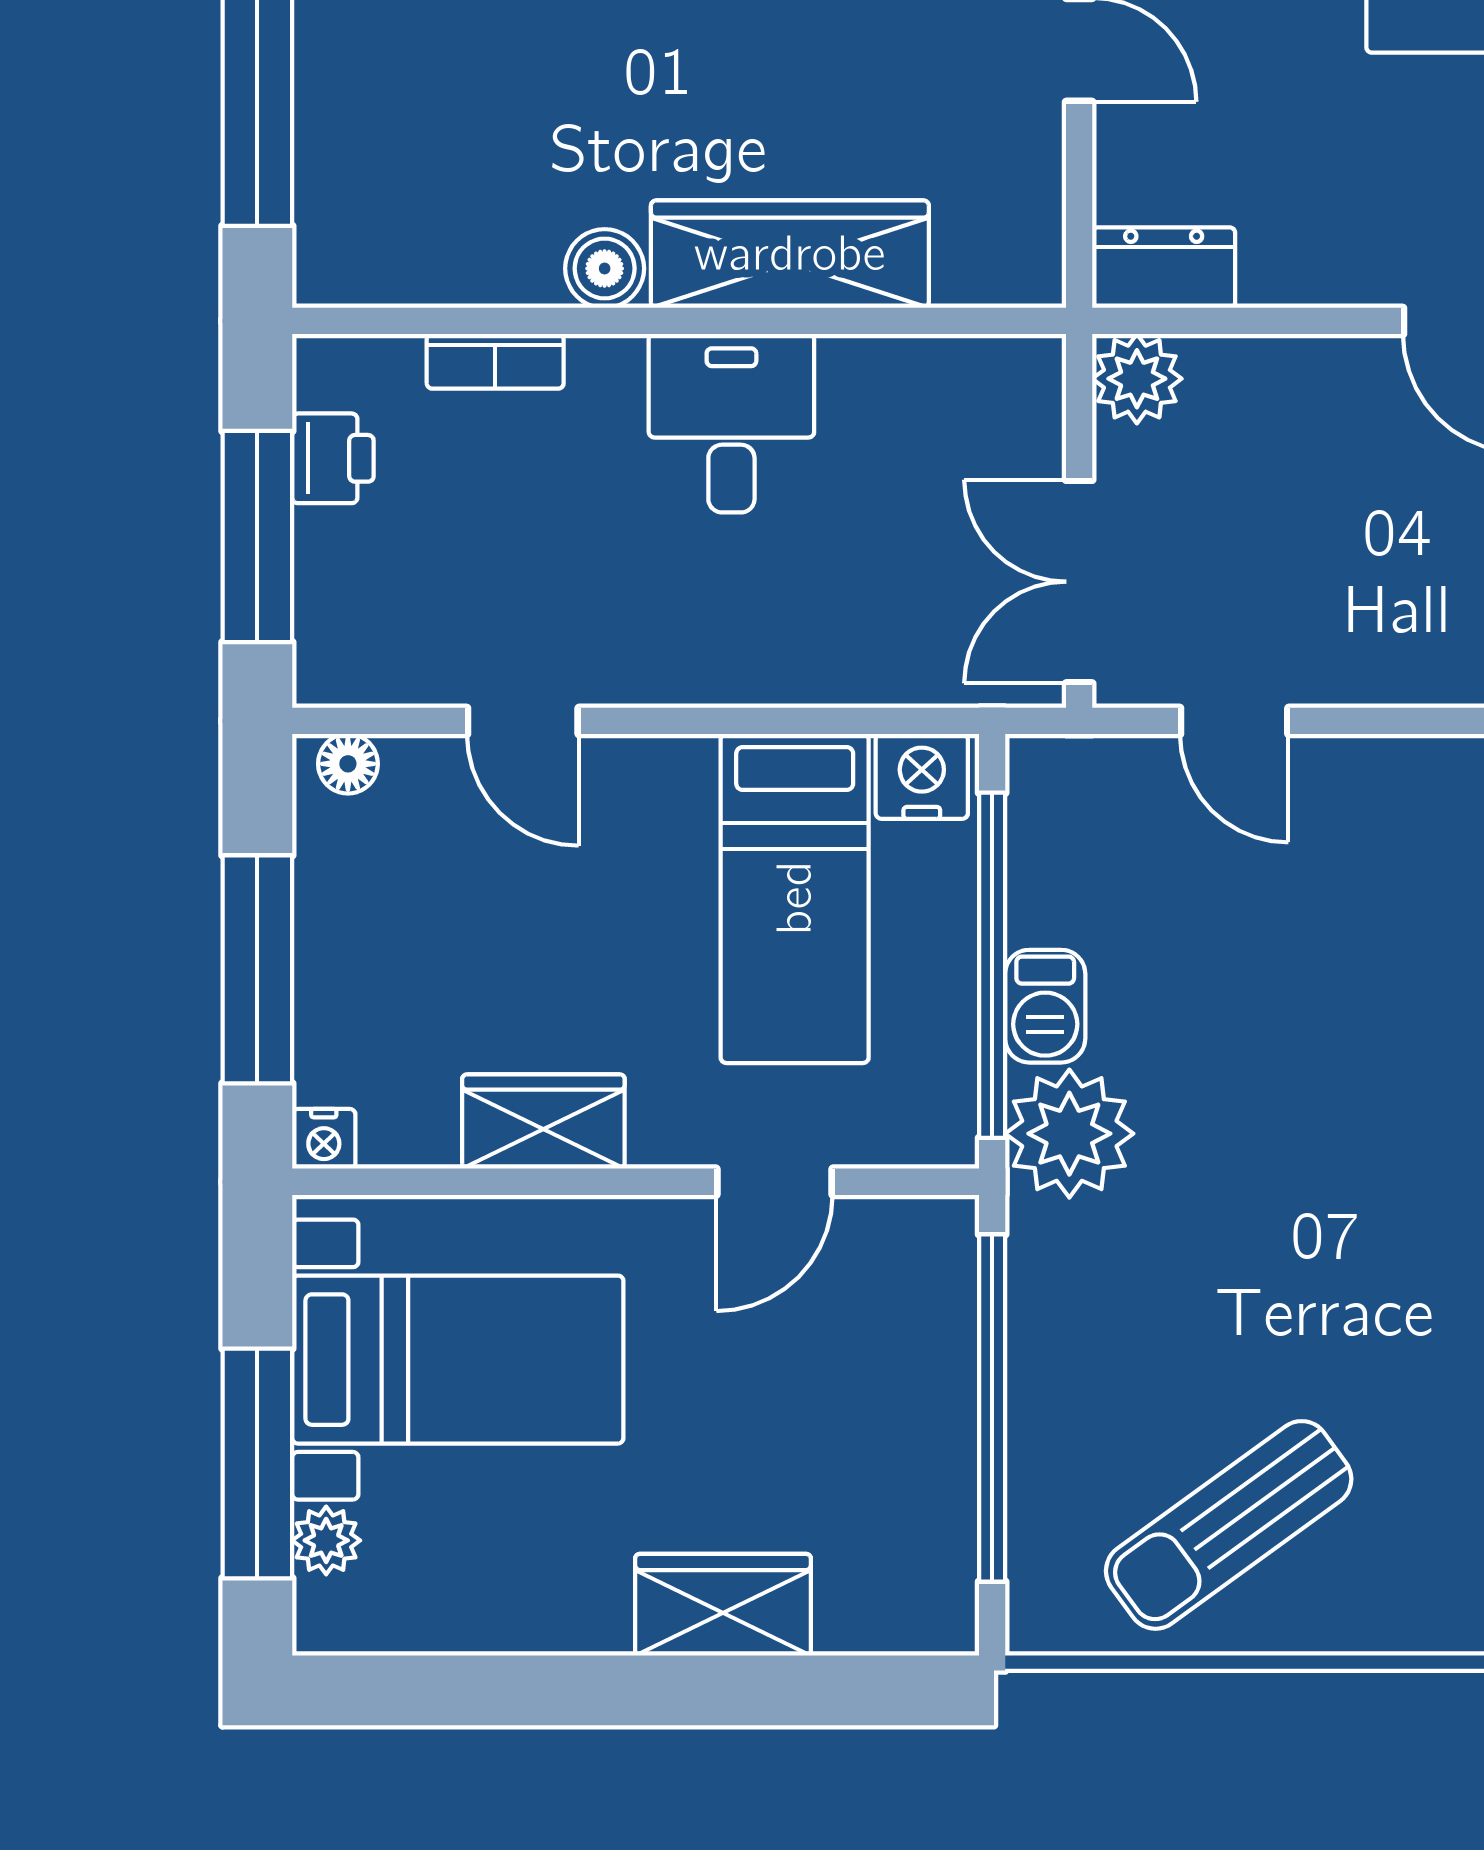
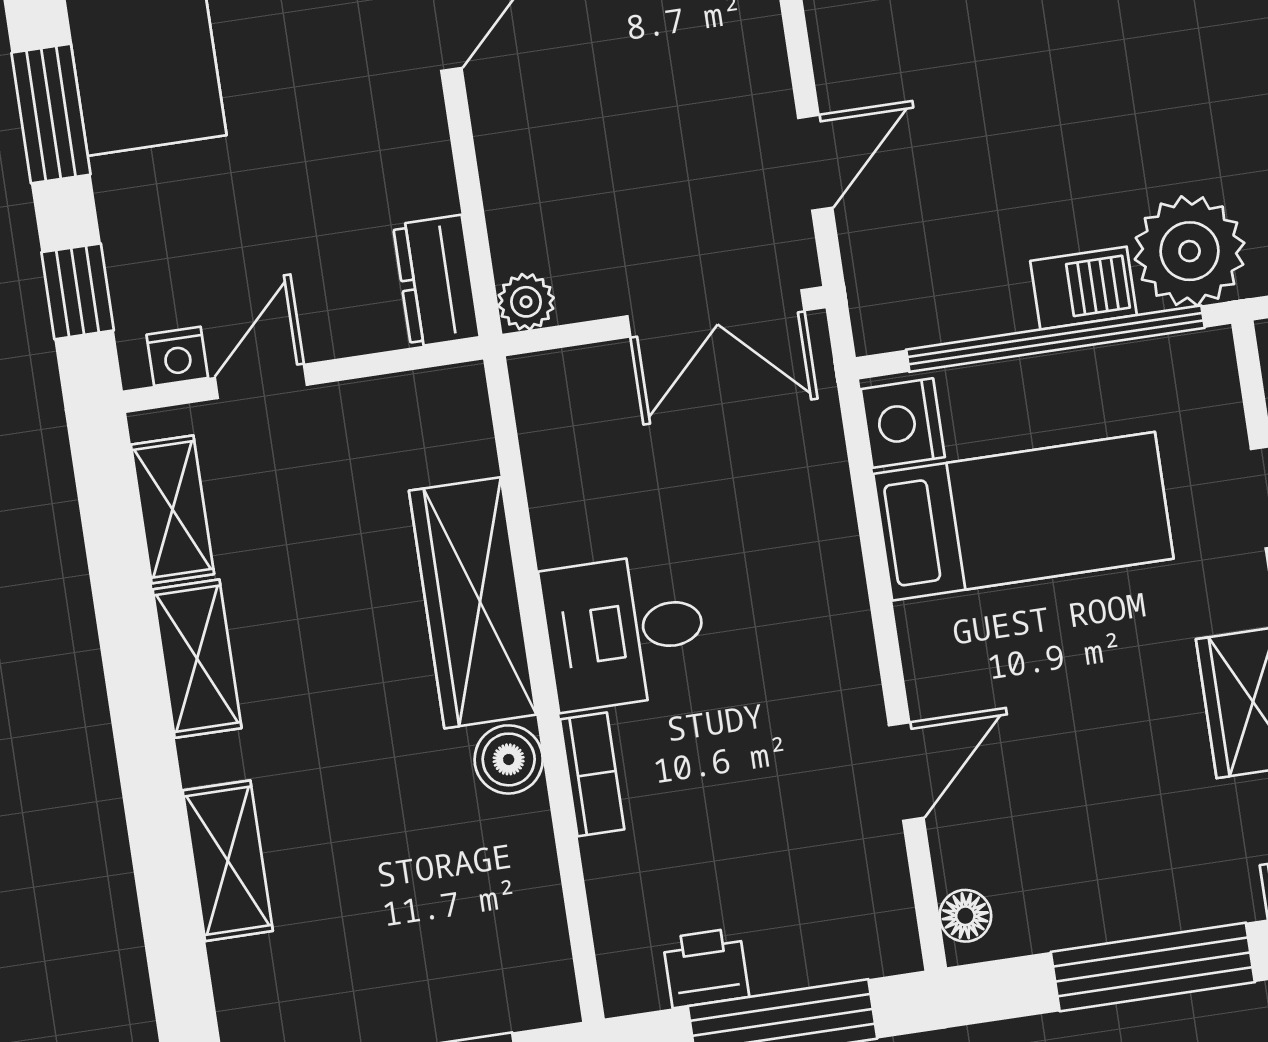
bookcase: (495, 361) -> (592, 774), moved
plant: (1137, 379) -> (526, 302), width x0.73, depth x0.73

